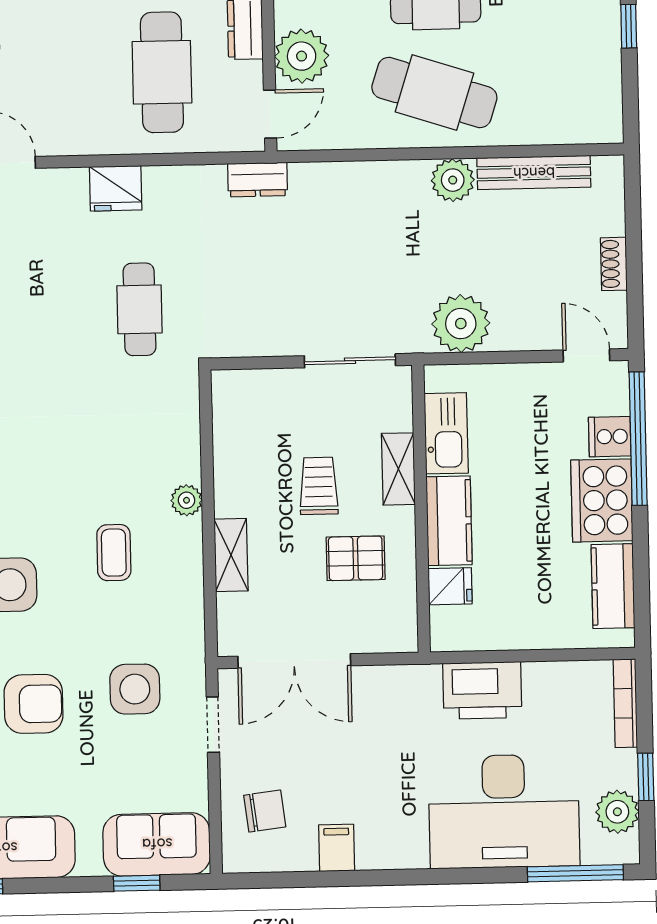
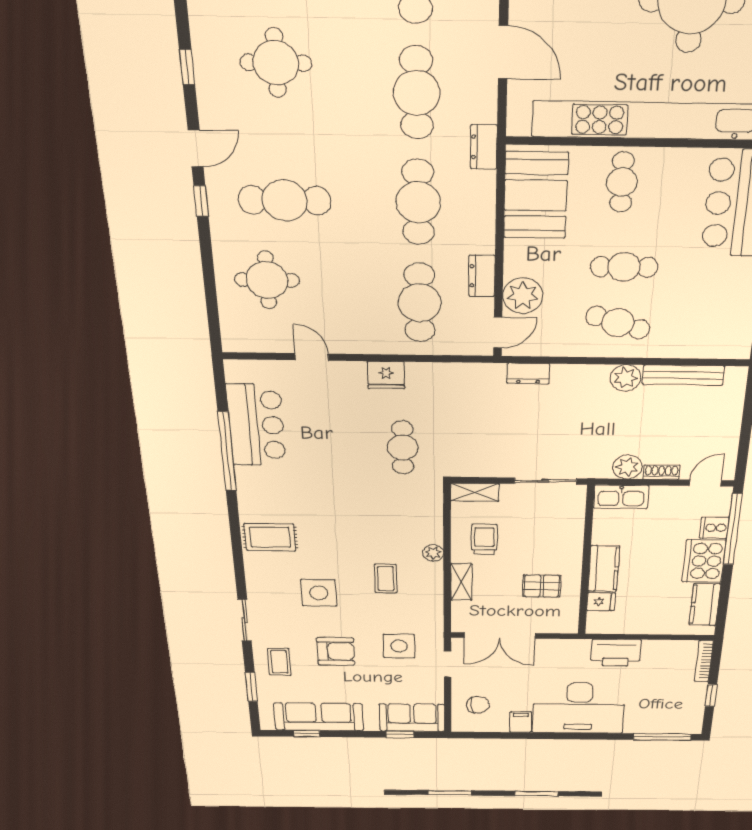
cafe table: (434, 93) -> (618, 323), width x0.73, depth x0.74
dresser: (258, 180) -> (528, 374), moved
shoe rack: (614, 264) -> (661, 472), moved, turned 90
plant: (461, 324) -> (627, 467), width x0.73, depth x0.73
door: (586, 355) -> (705, 483), hinge flipped
kitchen sink: (446, 433) -> (621, 497), moved, turned 90
shelving: (398, 469) -> (475, 492), moved, turned 90
trolley: (319, 486) -> (484, 539), moved
desk: (504, 811) -> (579, 708), moved
plant: (617, 812) -> (691, 711), removed

